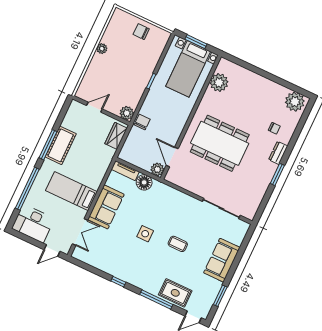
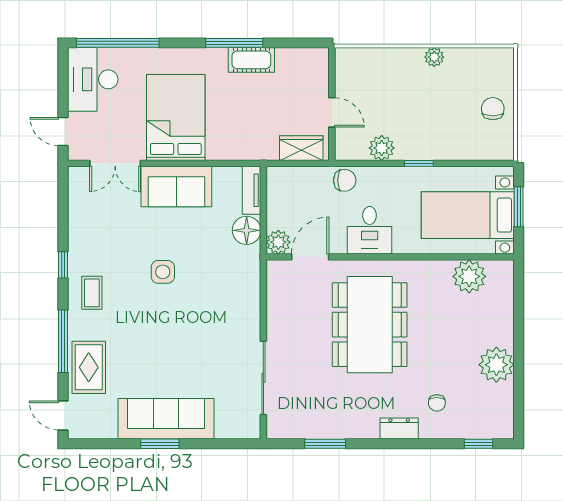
plant: (295, 102) -> (496, 365), moved
door: (94, 107) -> (332, 112), moved
plant: (127, 113) -> (382, 148), moved
window: (304, 117) -> (479, 444), added
desk: (173, 121) -> (370, 230), added
cot: (61, 145) -> (251, 60), width x0.73, depth x0.75
window: (277, 174) -> (325, 444), moved
window: (27, 189) -> (118, 43), moved
bed: (71, 191) -> (176, 117), width x1.50
coffee table: (178, 244) -> (92, 293), moved
sofa: (222, 260) -> (166, 419), width x1.36
window: (220, 296) -> (160, 444), moved

